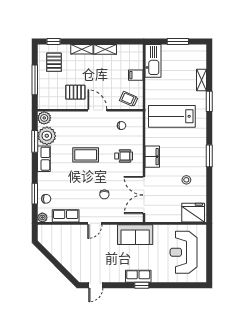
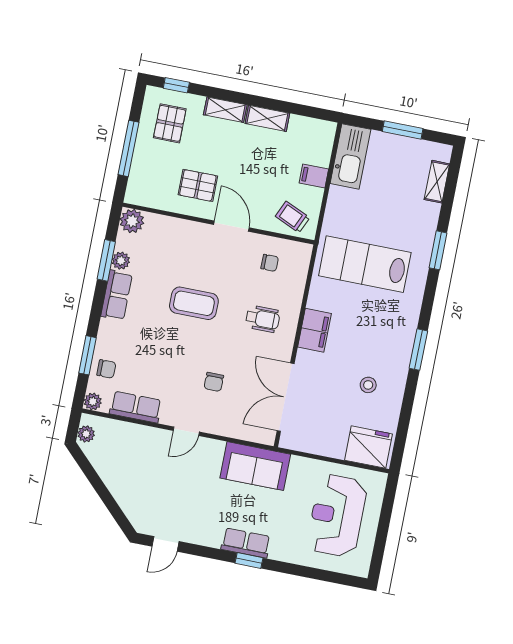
shelving: (201, 80) -> (437, 182), moved
plant: (47, 136) -> (121, 261), width x0.53, depth x0.53
plant: (42, 235) -> (86, 434), added

